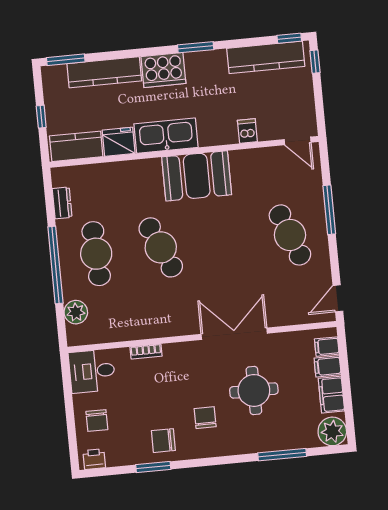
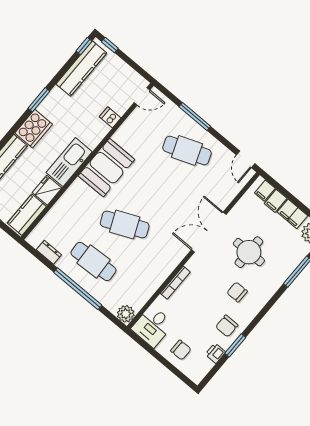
plant: (76, 312) -> (126, 314), moved
bookcase: (146, 351) -> (175, 283), width x1.56
printer: (94, 459) -> (215, 353), moved

